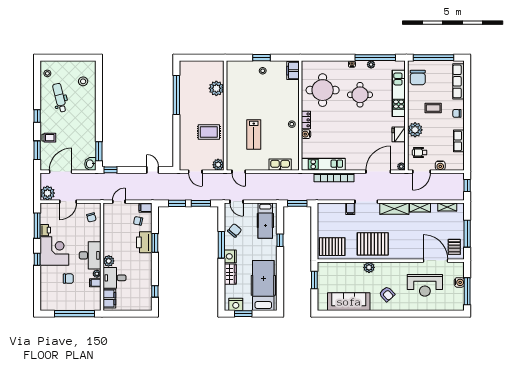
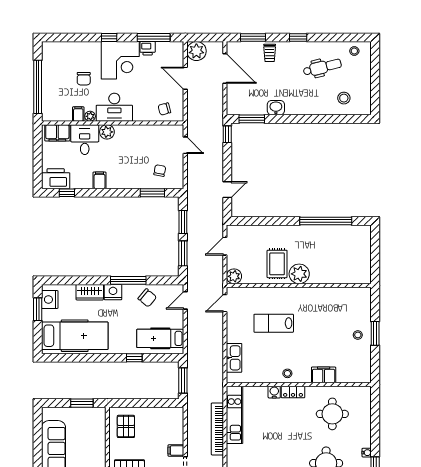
filing cabinet: (293, 71) -> (324, 375), moved
plant: (216, 88) -> (299, 274), moved
round table: (323, 90) -> (332, 414), width x0.73, depth x0.73
washbasin: (90, 164) -> (276, 108), moved
filing cabinet: (145, 208) -> (100, 180), moved
printer: (144, 242) -> (56, 179), moved
window: (155, 243) -> (152, 193), moved
pallet: (332, 247) -> (126, 426), width x0.67, depth x0.71

